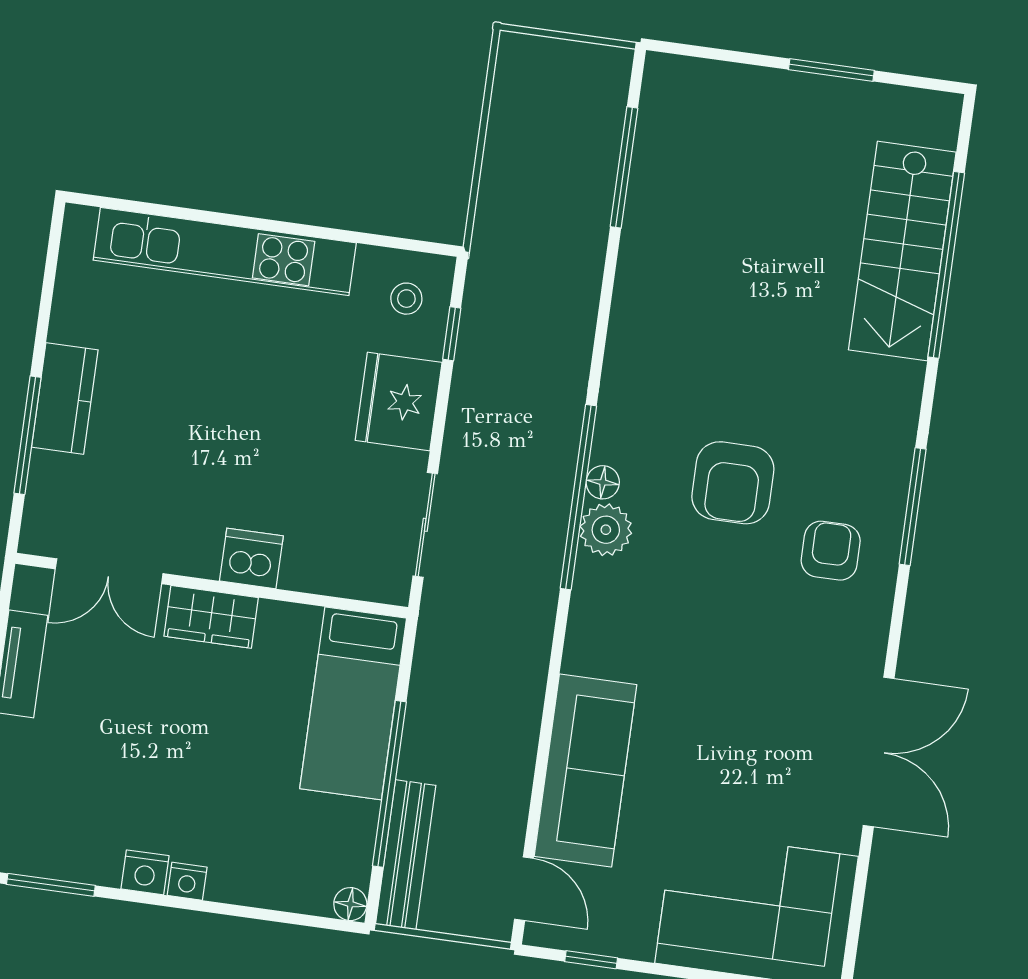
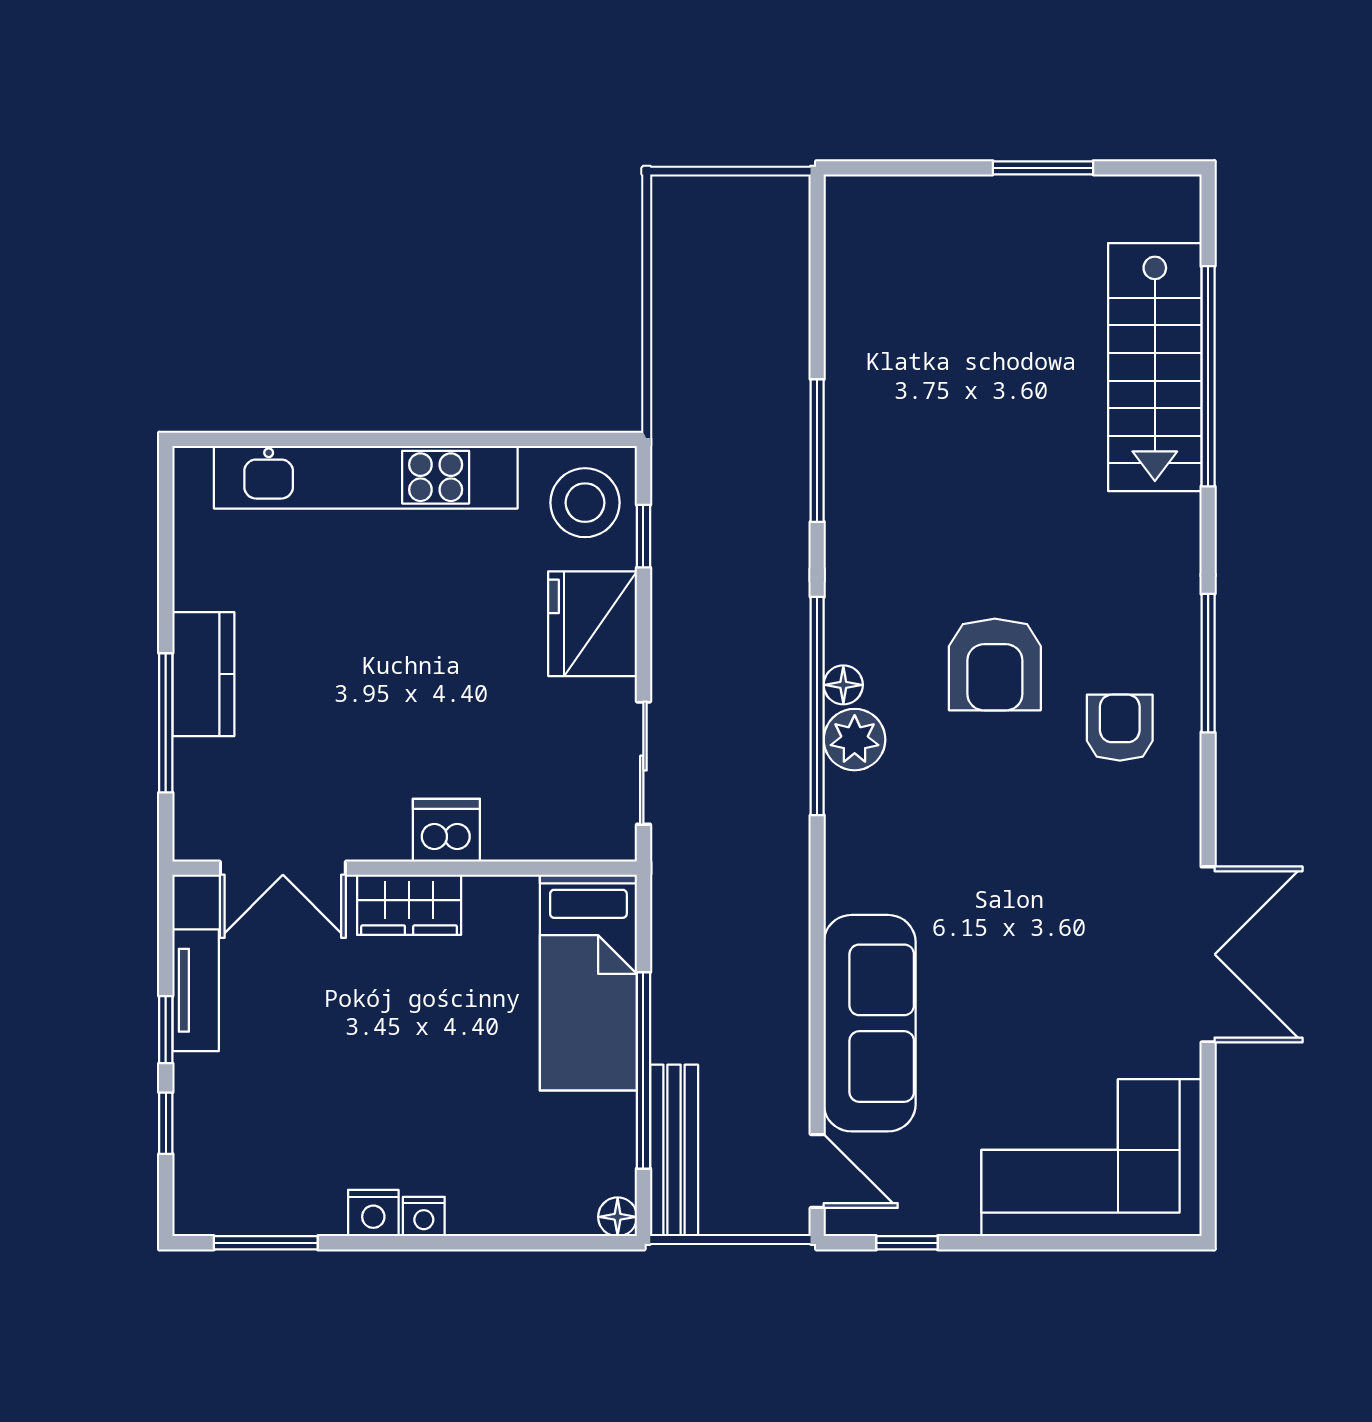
window: (624, 167) -> (817, 451), moved
stool: (406, 299) -> (585, 503), width x1.89, depth x1.89

